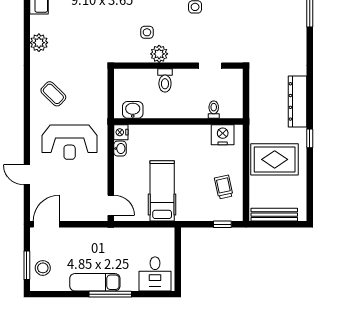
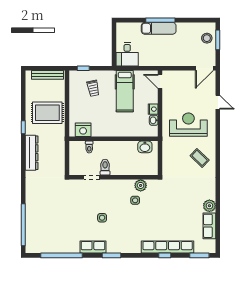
plant: (39, 43) -> (209, 206), moved
plant: (159, 54) -> (141, 185), moved
toilet: (165, 80) -> (105, 167), moved
nightstand: (121, 132) -> (153, 109), moved
trolley: (224, 187) -> (93, 88), moved
desk: (155, 274) -> (127, 54), moved, turned 180
exam couch: (95, 282) -> (159, 28), moved

